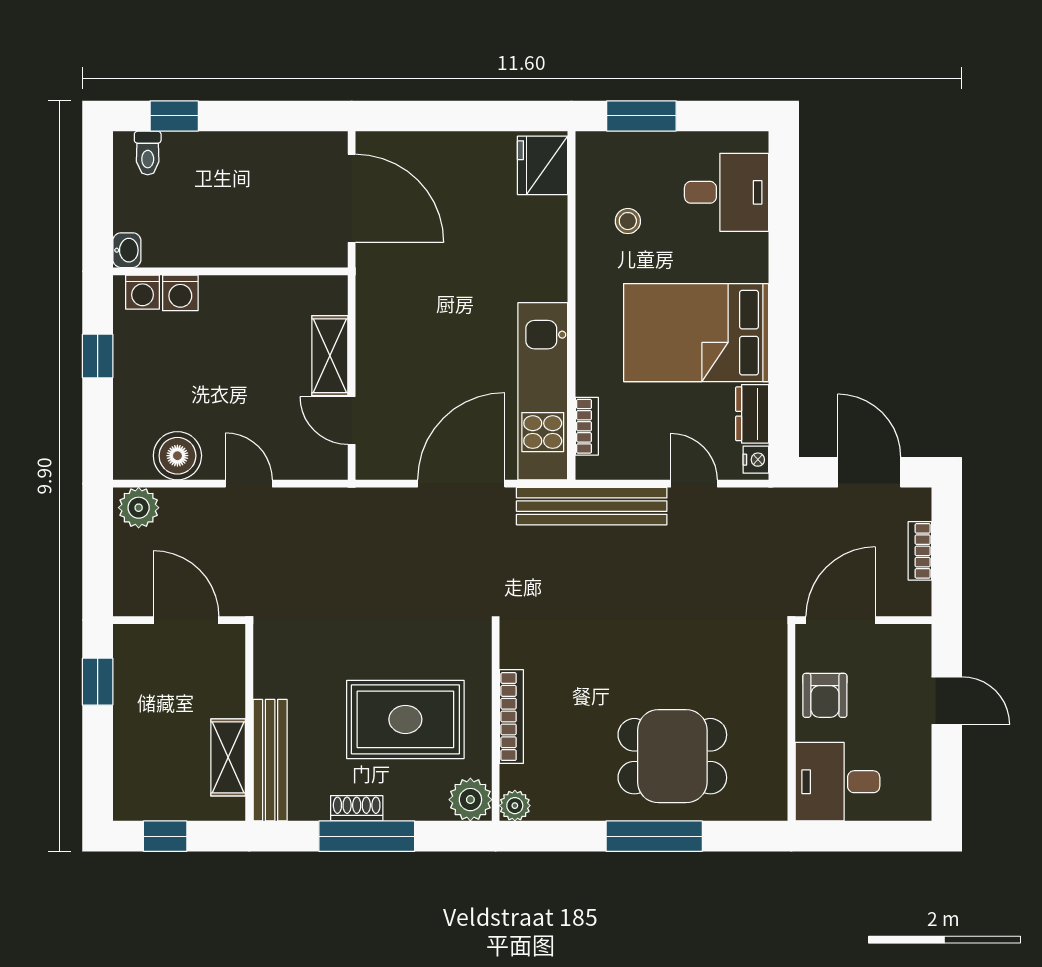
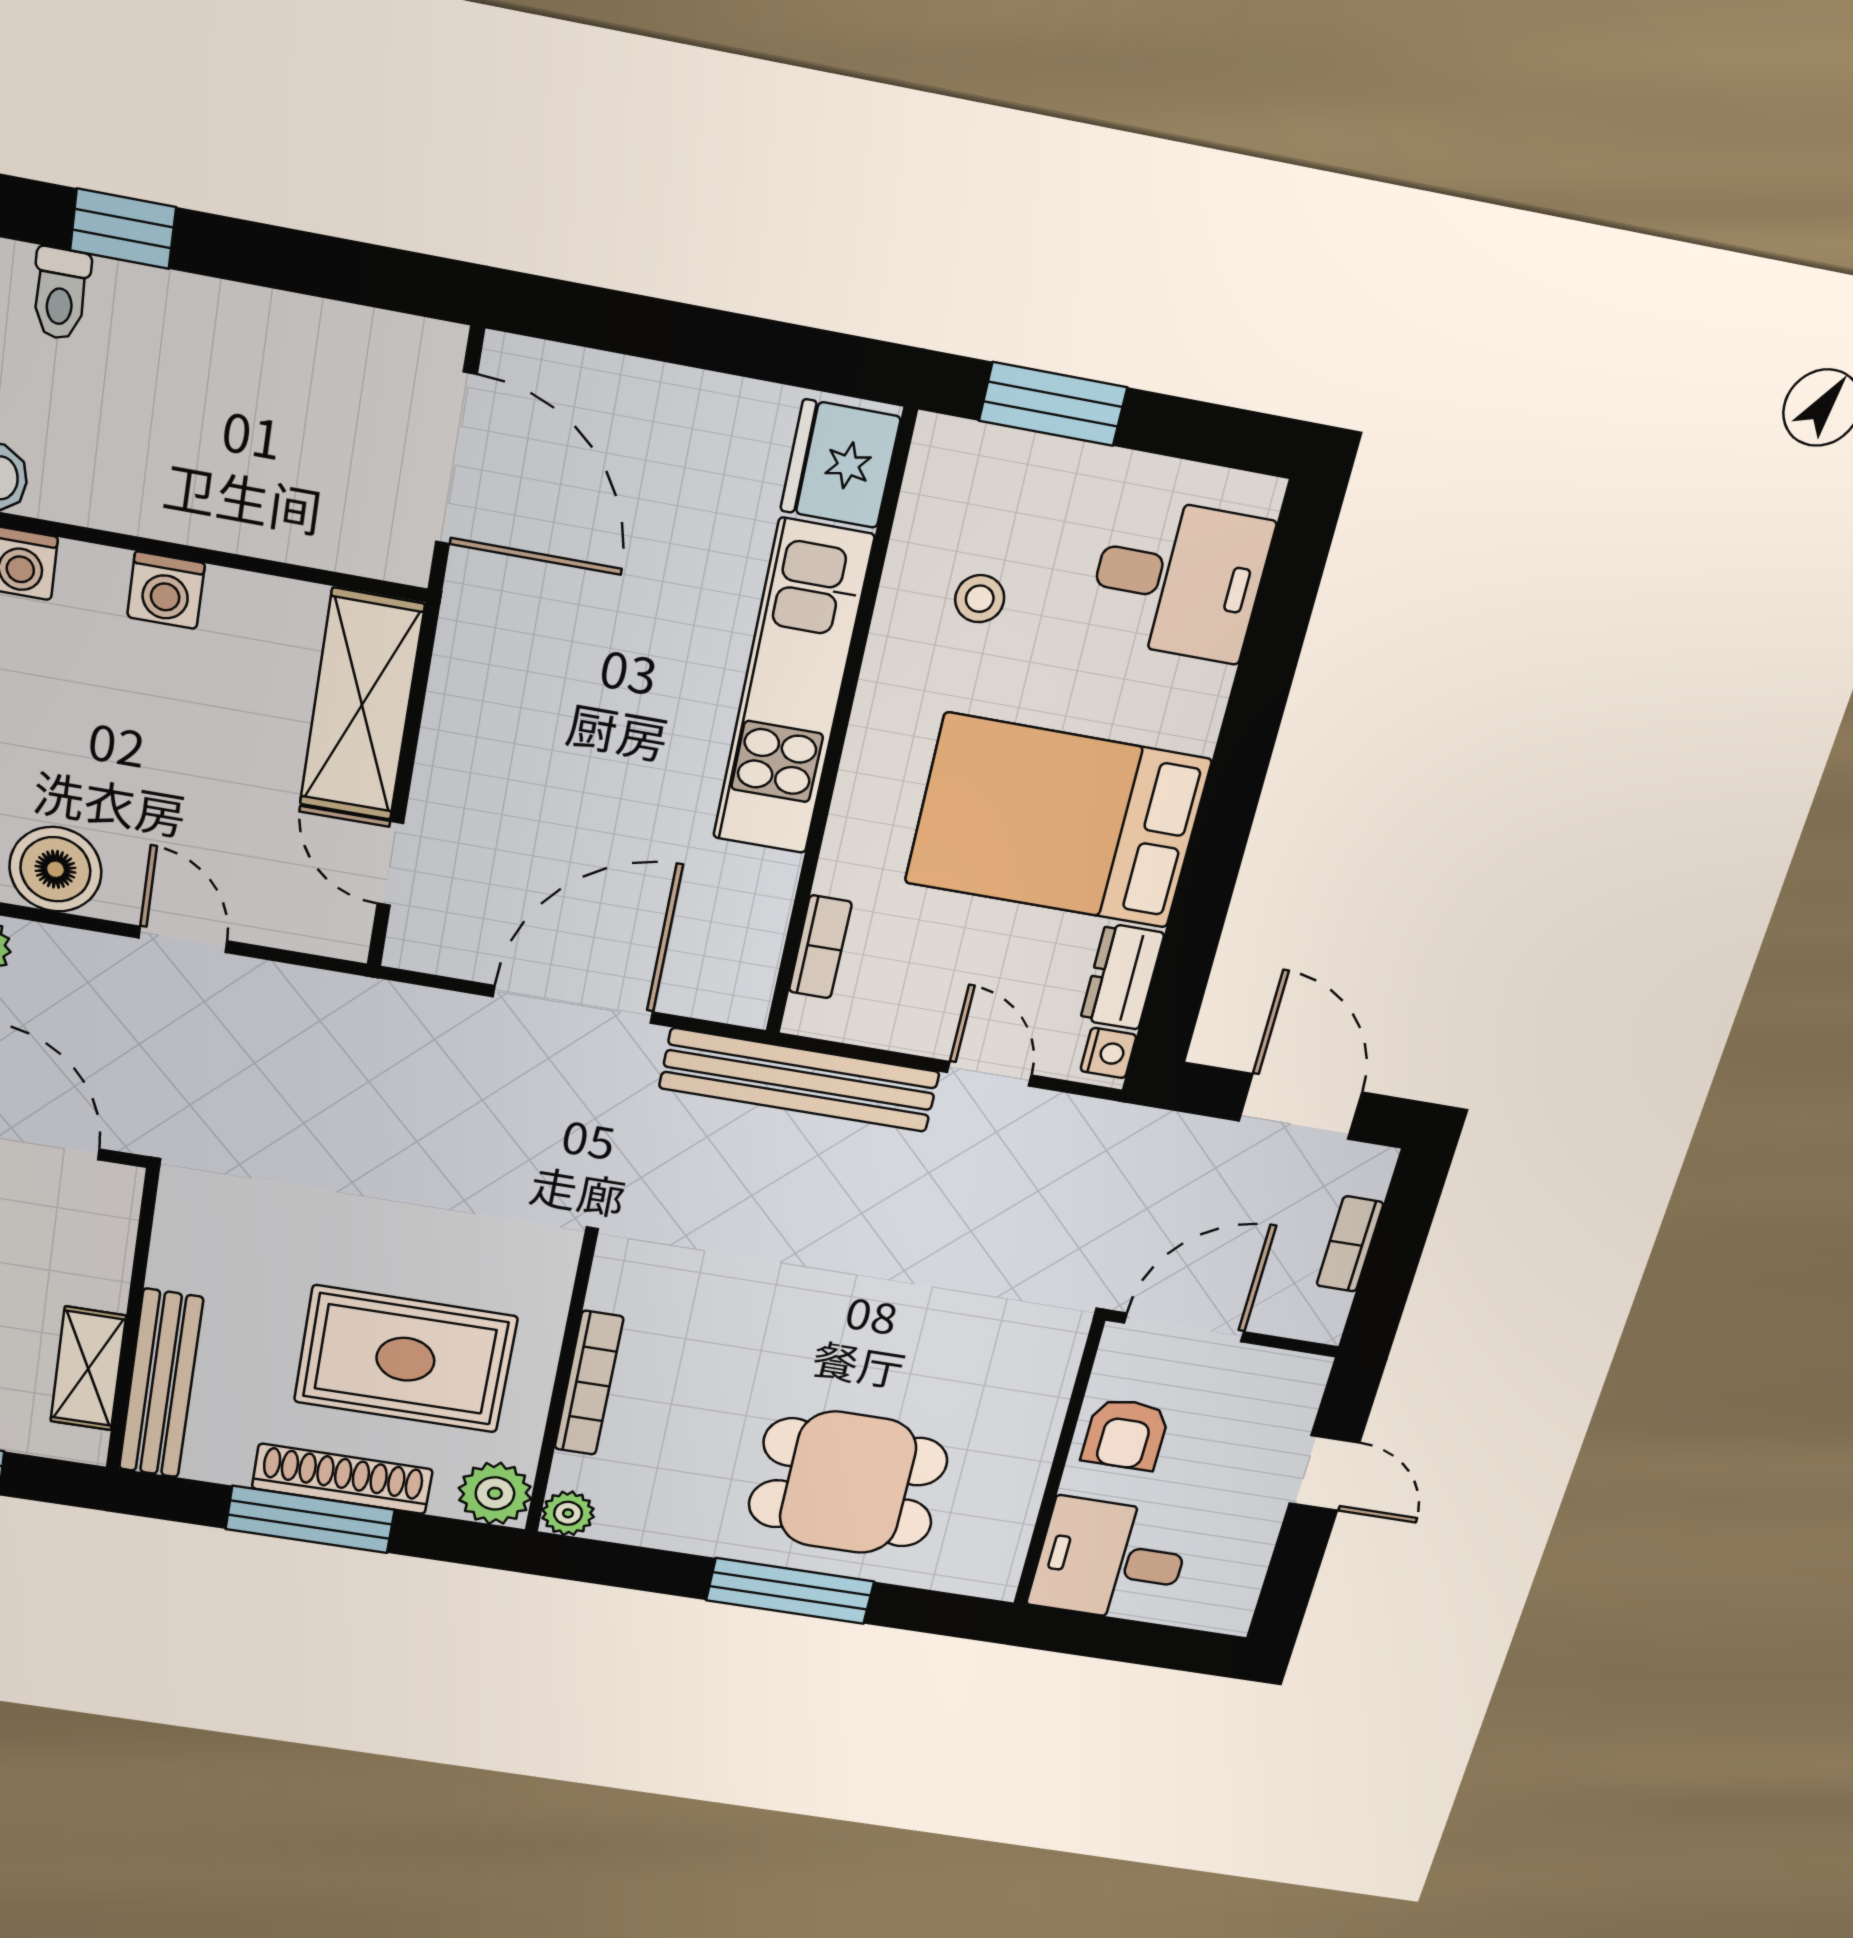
washing machine: (180, 293) -> (166, 590), moved
shelving: (330, 356) -> (362, 705), width x1.50, depth x1.33
kitchen unit: (543, 391) -> (793, 689), moved
shoe rack: (357, 808) -> (342, 1479), width x1.94, depth x1.24

